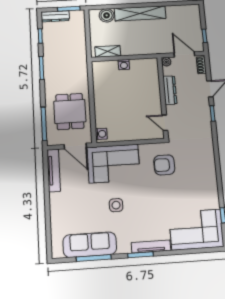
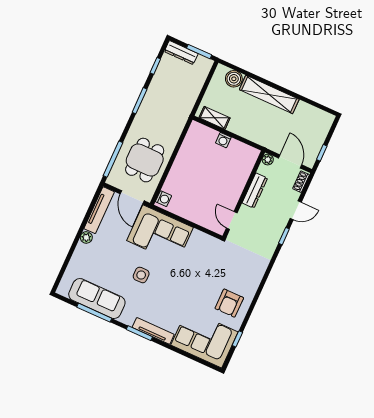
armchair: (164, 165) -> (229, 303), moved, turned -90
plant: (54, 198) -> (86, 237), added

